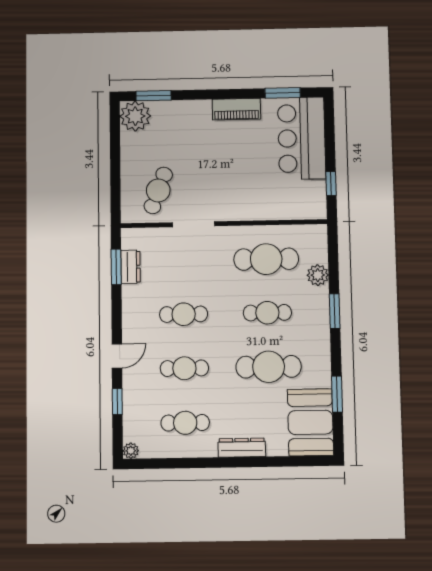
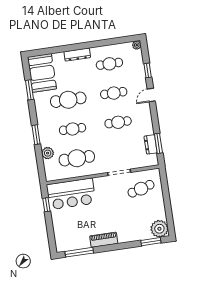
window: (283, 93) -> (79, 252), width x1.44
bar counter: (302, 138) -> (71, 194), moved, turned 90
cafe table: (158, 190) -> (141, 189), turned 53

